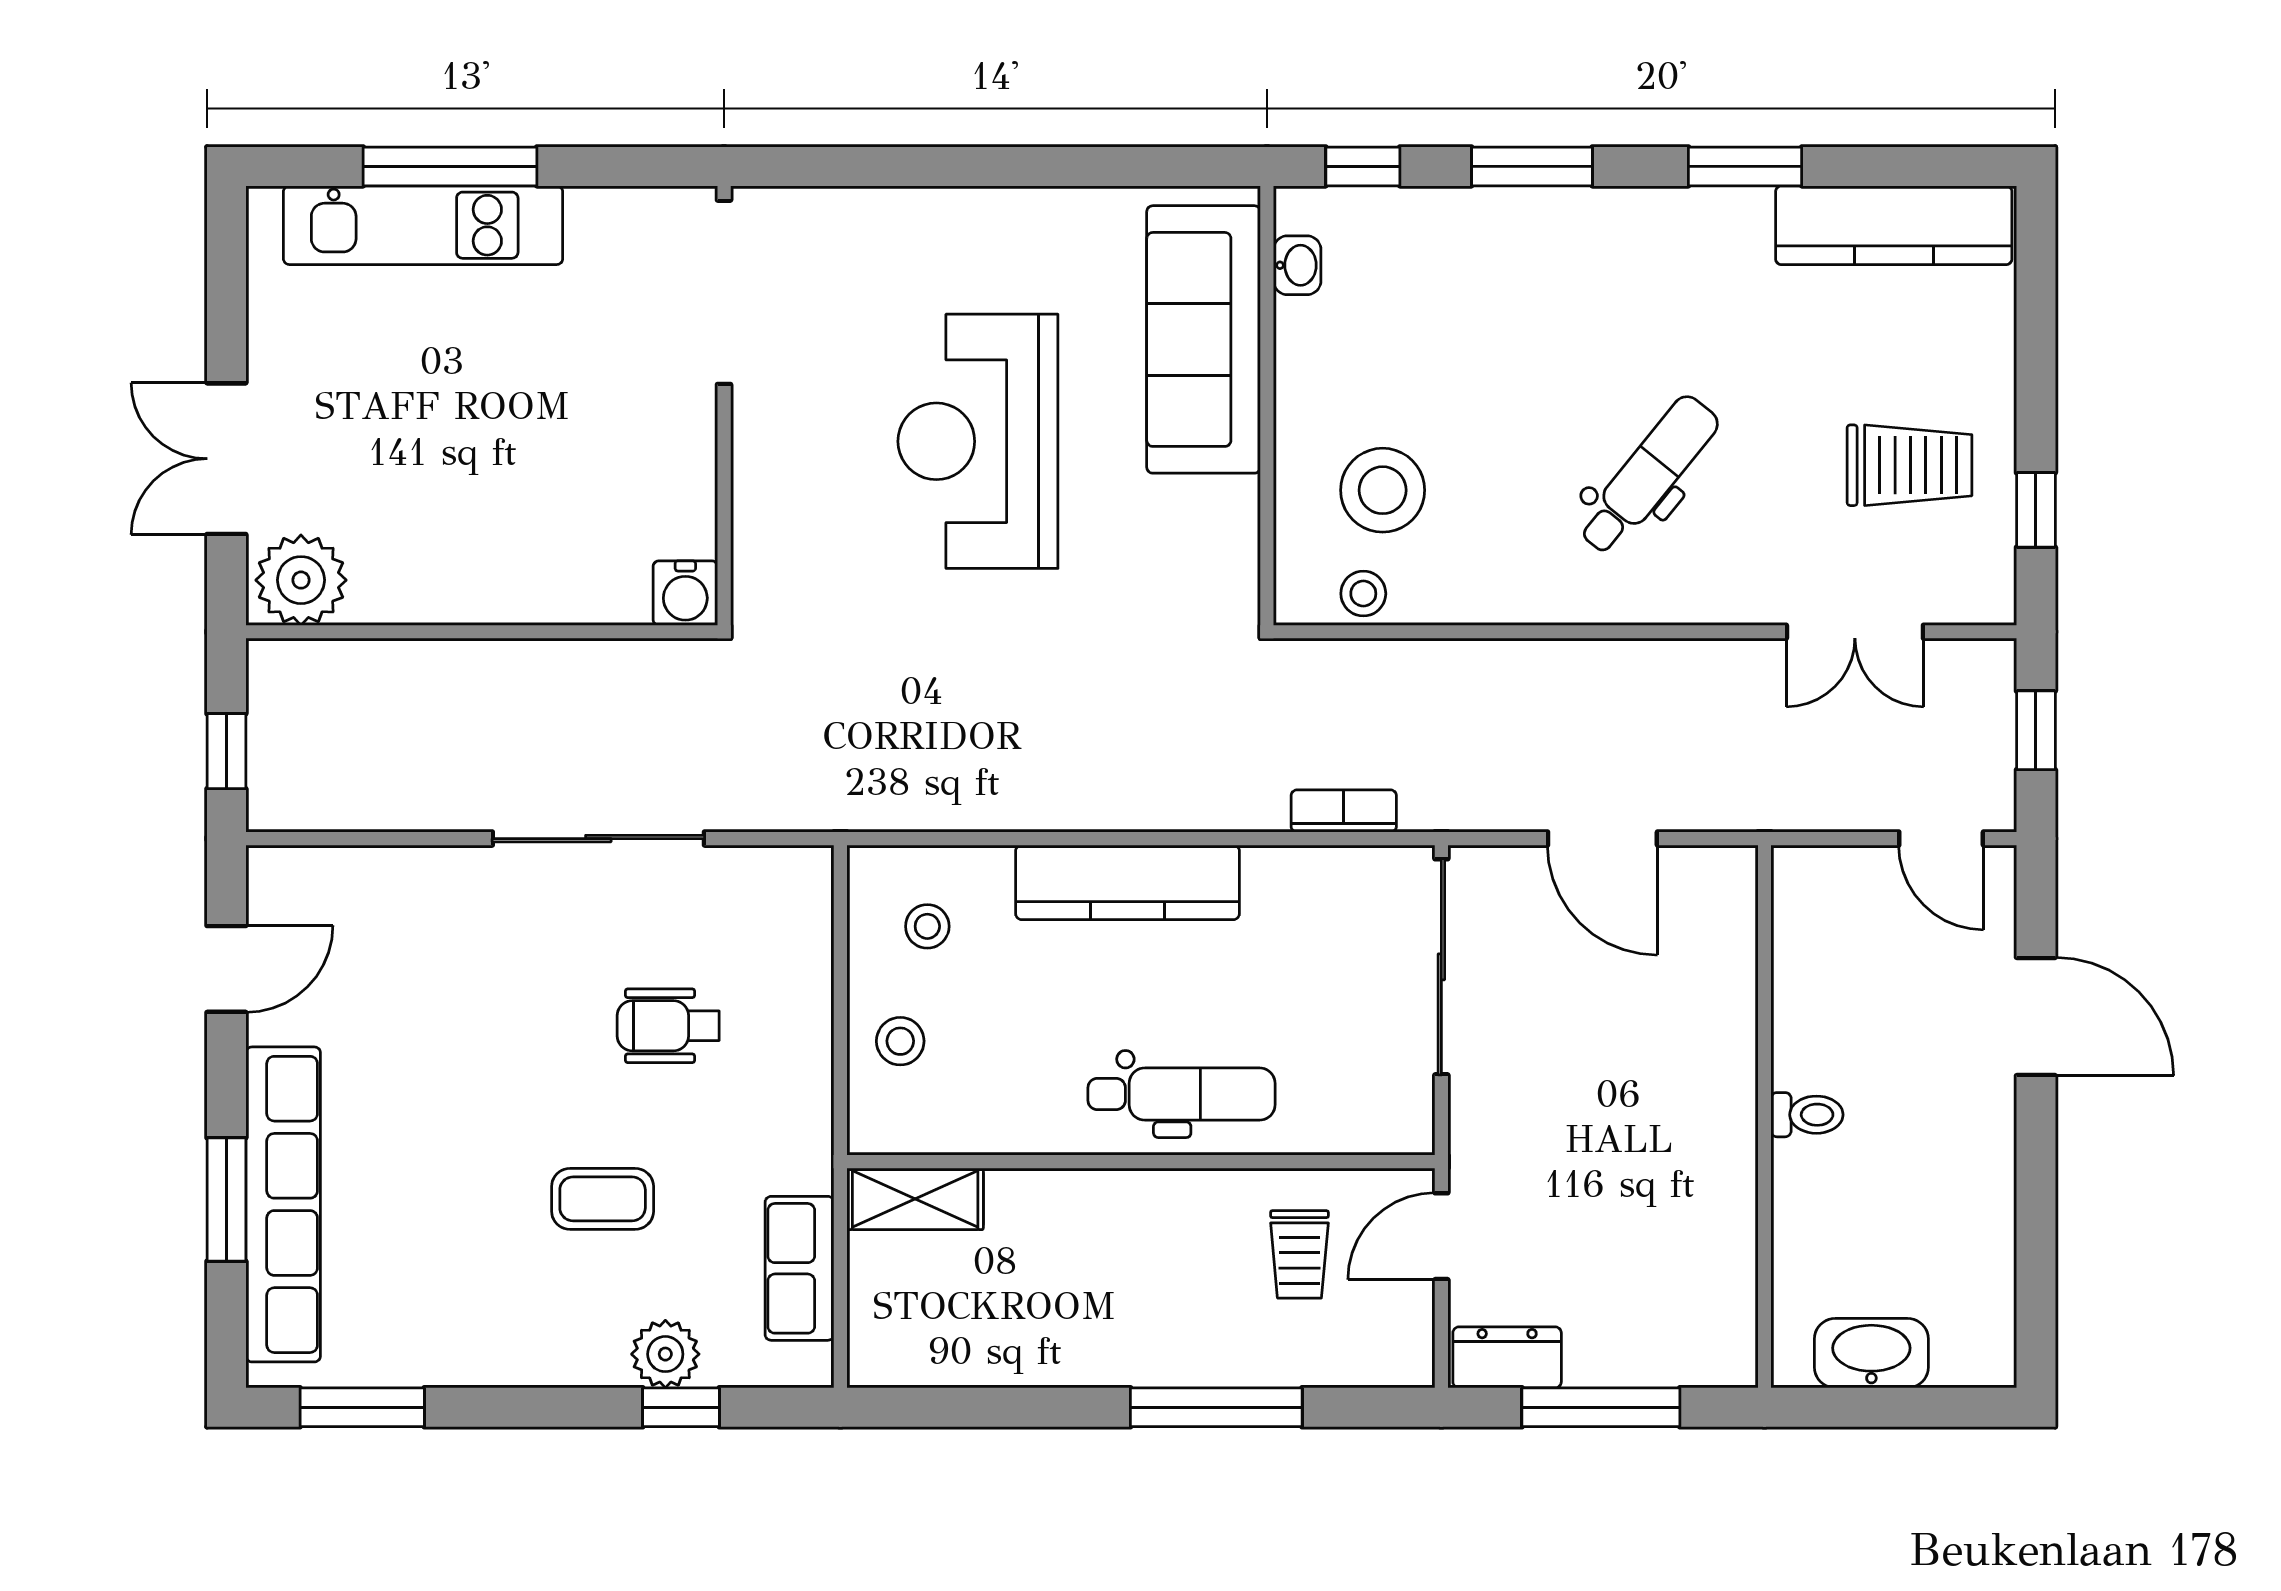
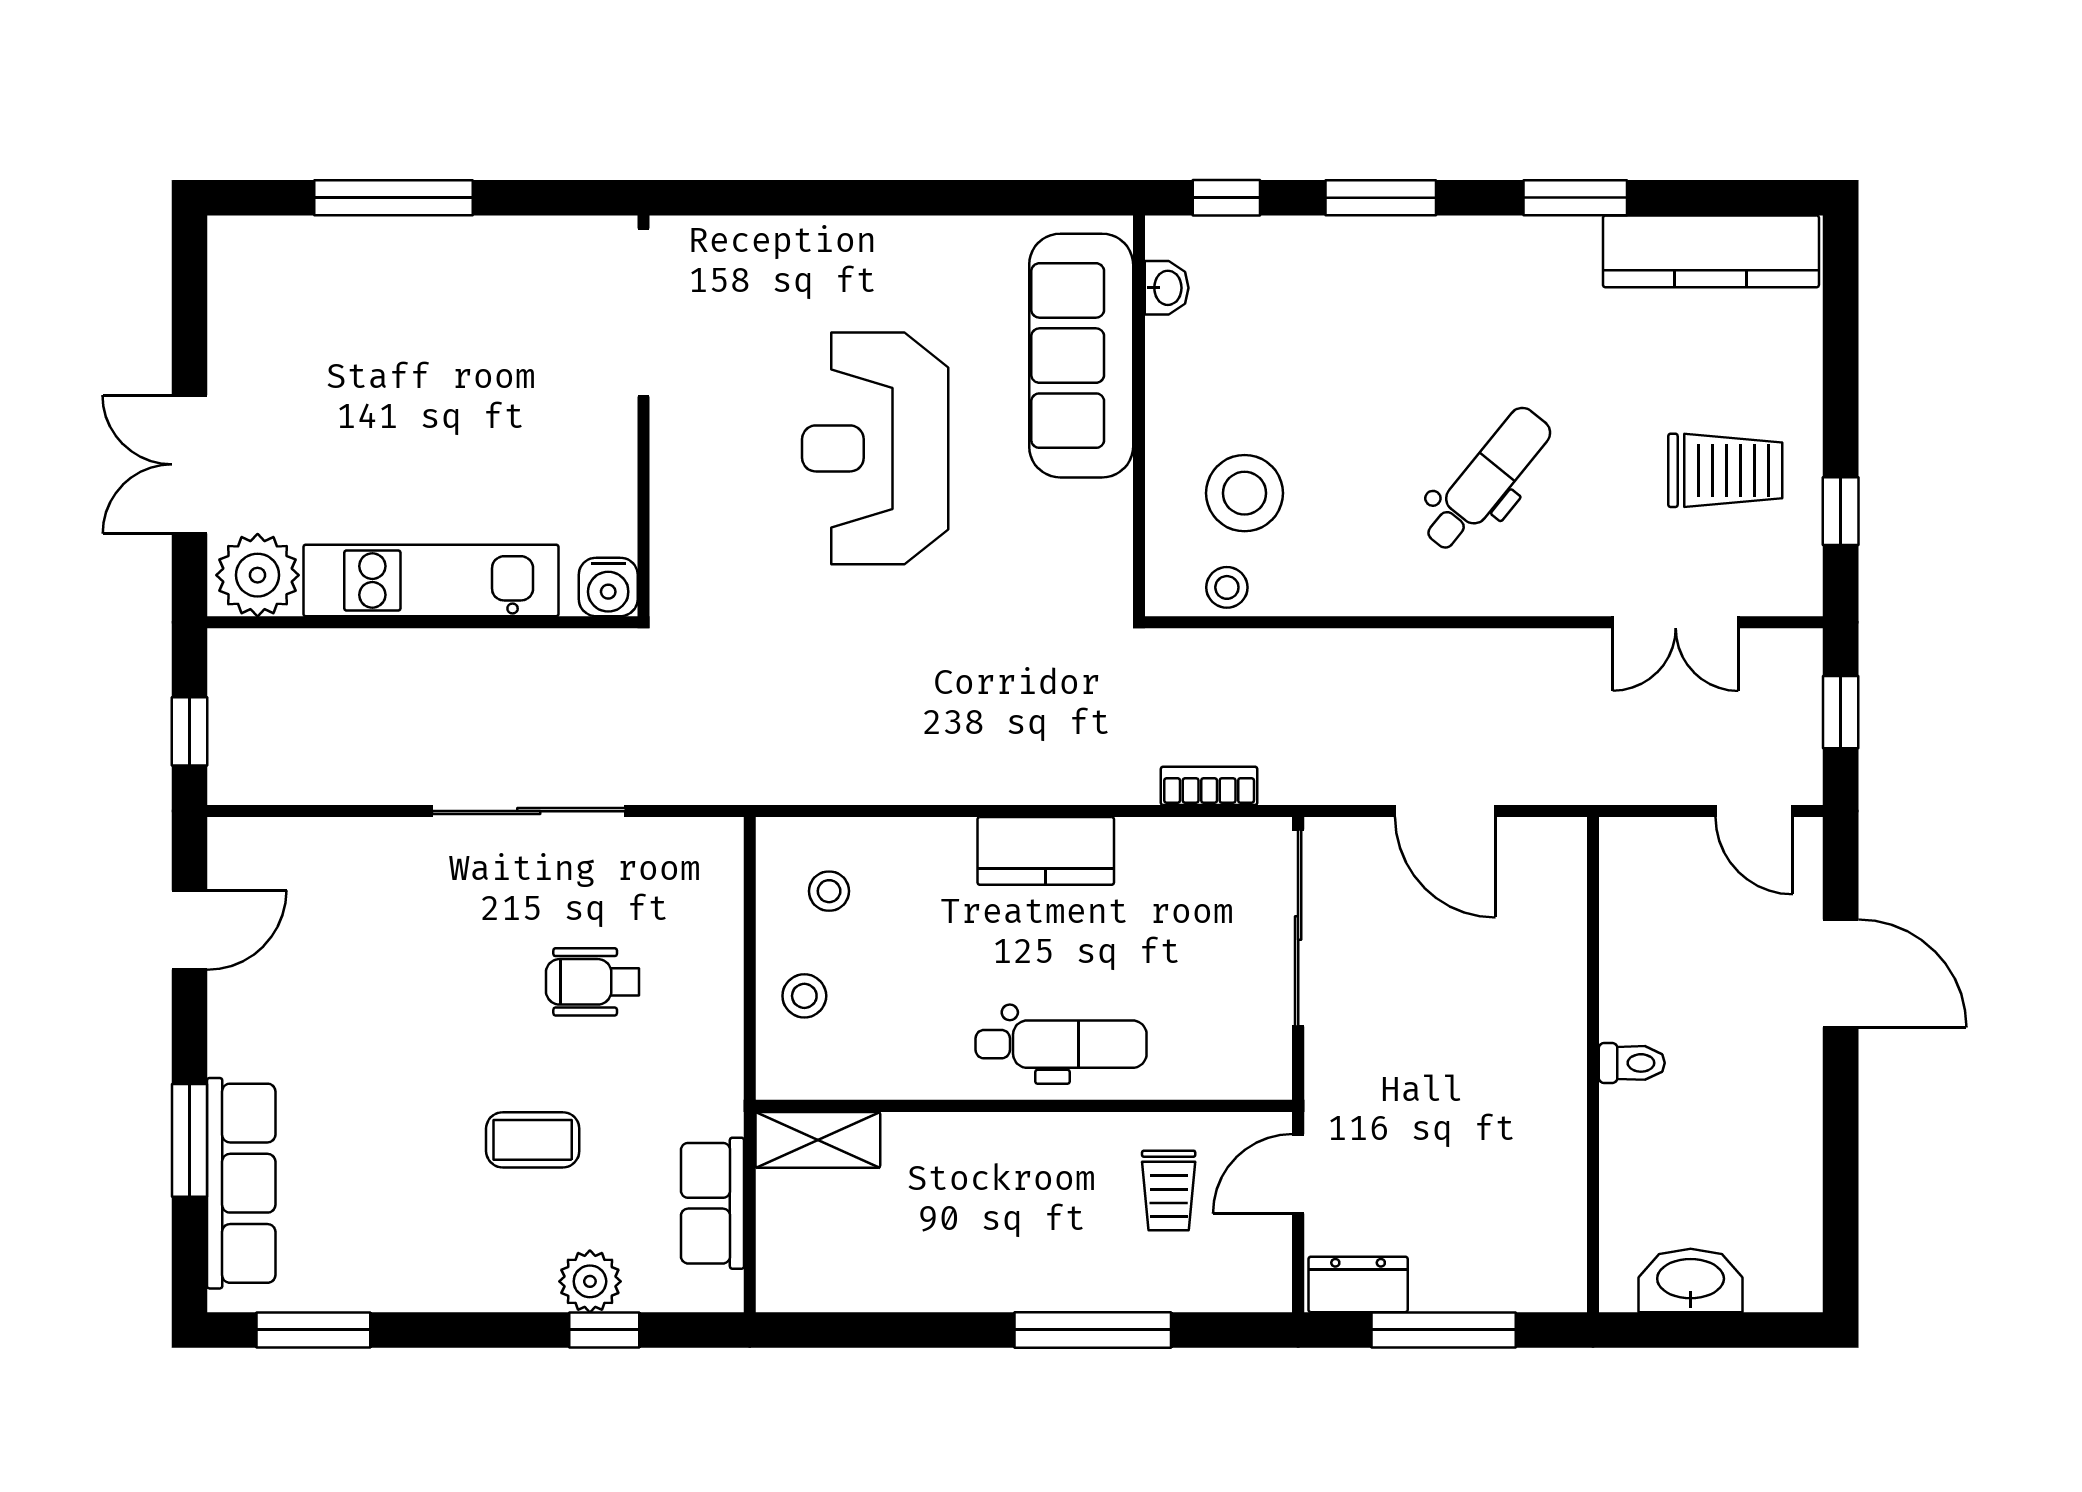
kitchen unit: (423, 225) -> (431, 580), moved, turned 180
kitchen counter: (1128, 882) -> (1046, 851), width x0.67
row of seats: (283, 1204) -> (241, 1183), width x0.73

